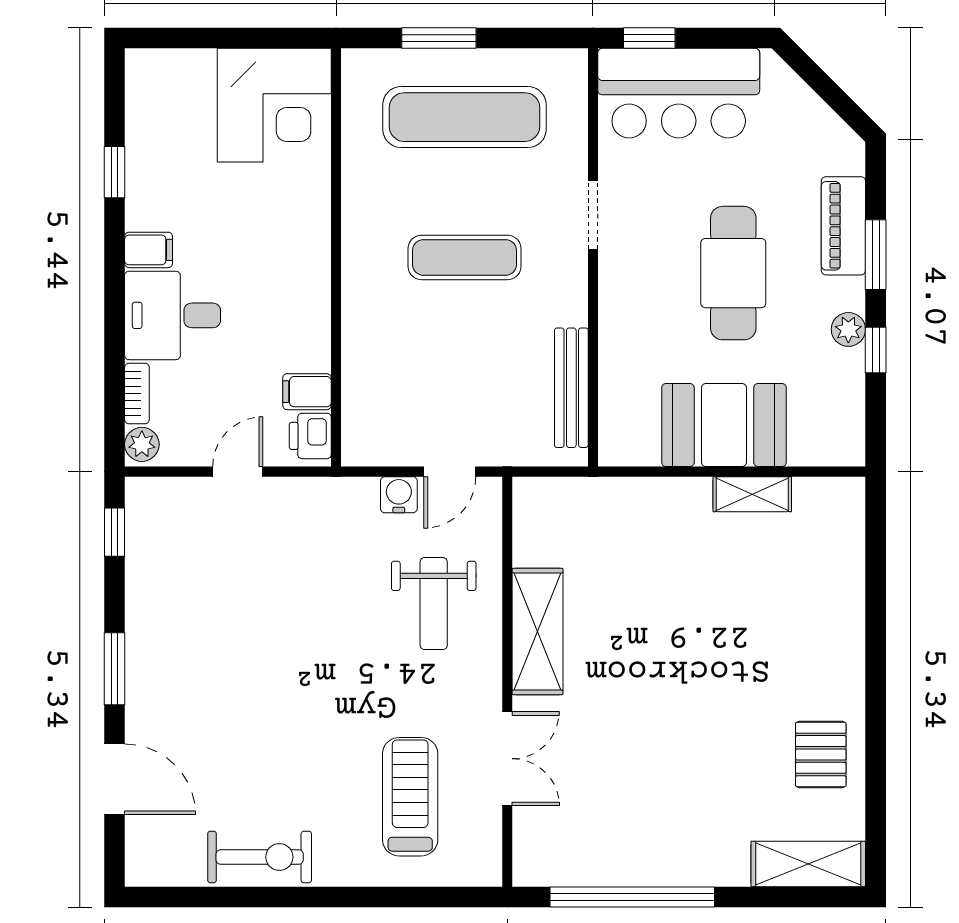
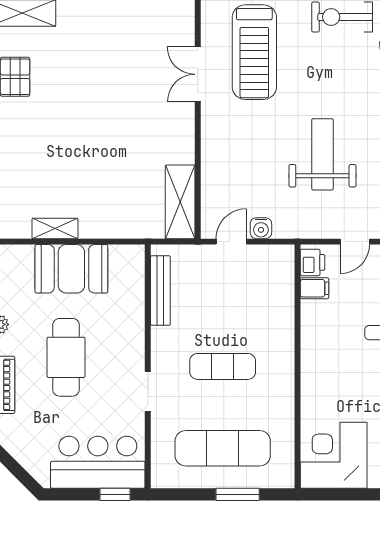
weight bench: (434, 604) -> (322, 154), moved, width x1.36, depth x1.33
shelving: (538, 632) -> (180, 202), moved
treadmill: (410, 797) -> (254, 52), width x1.37, depth x1.38

